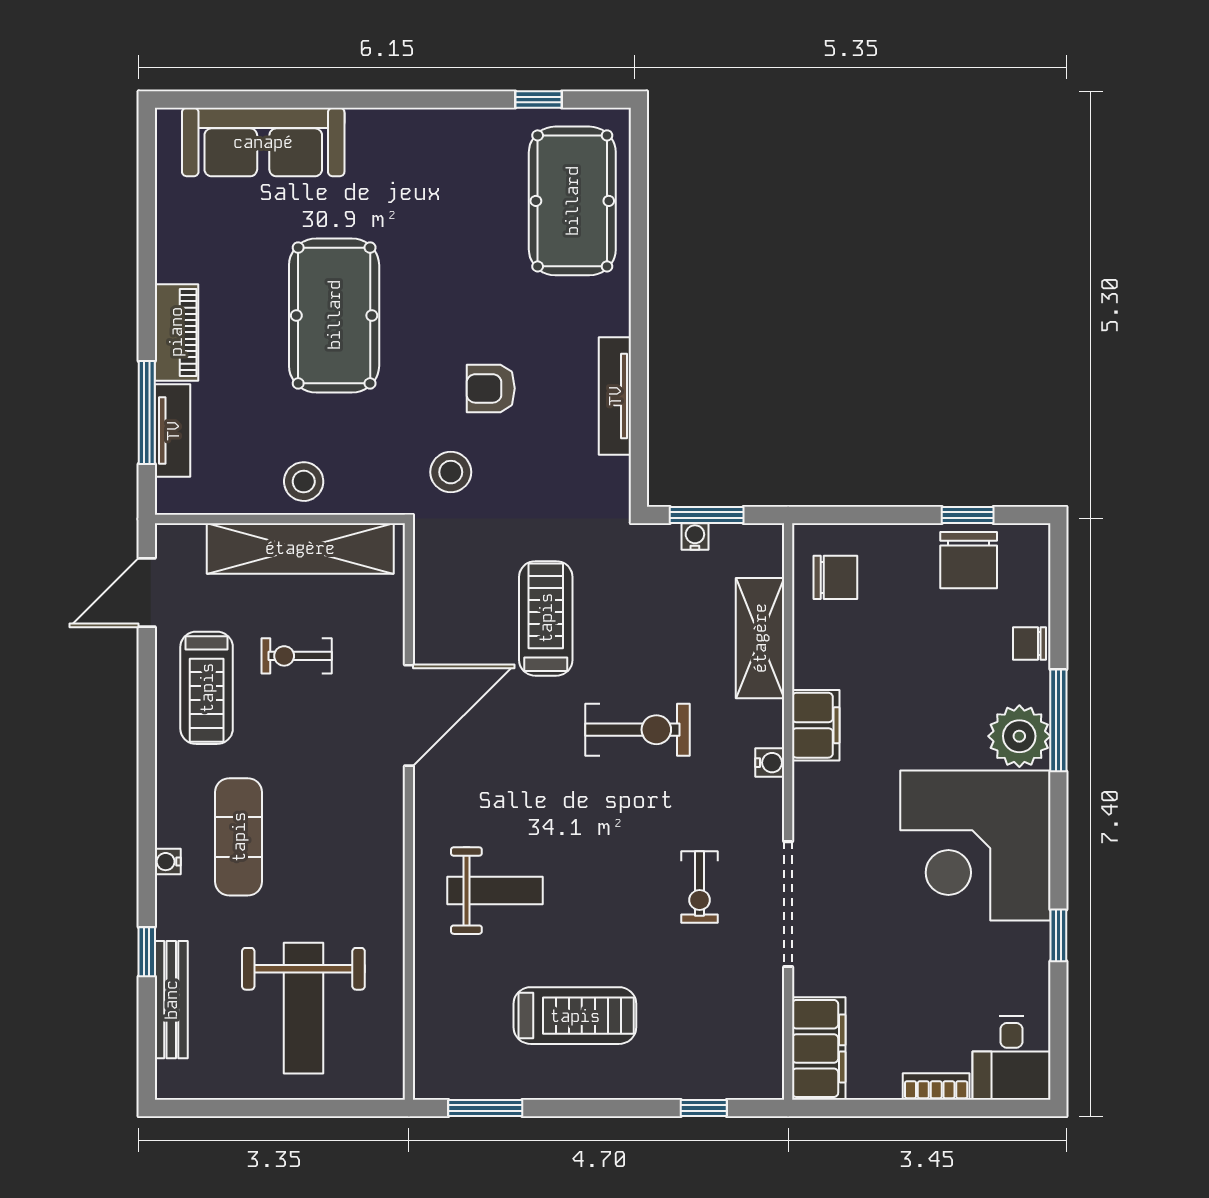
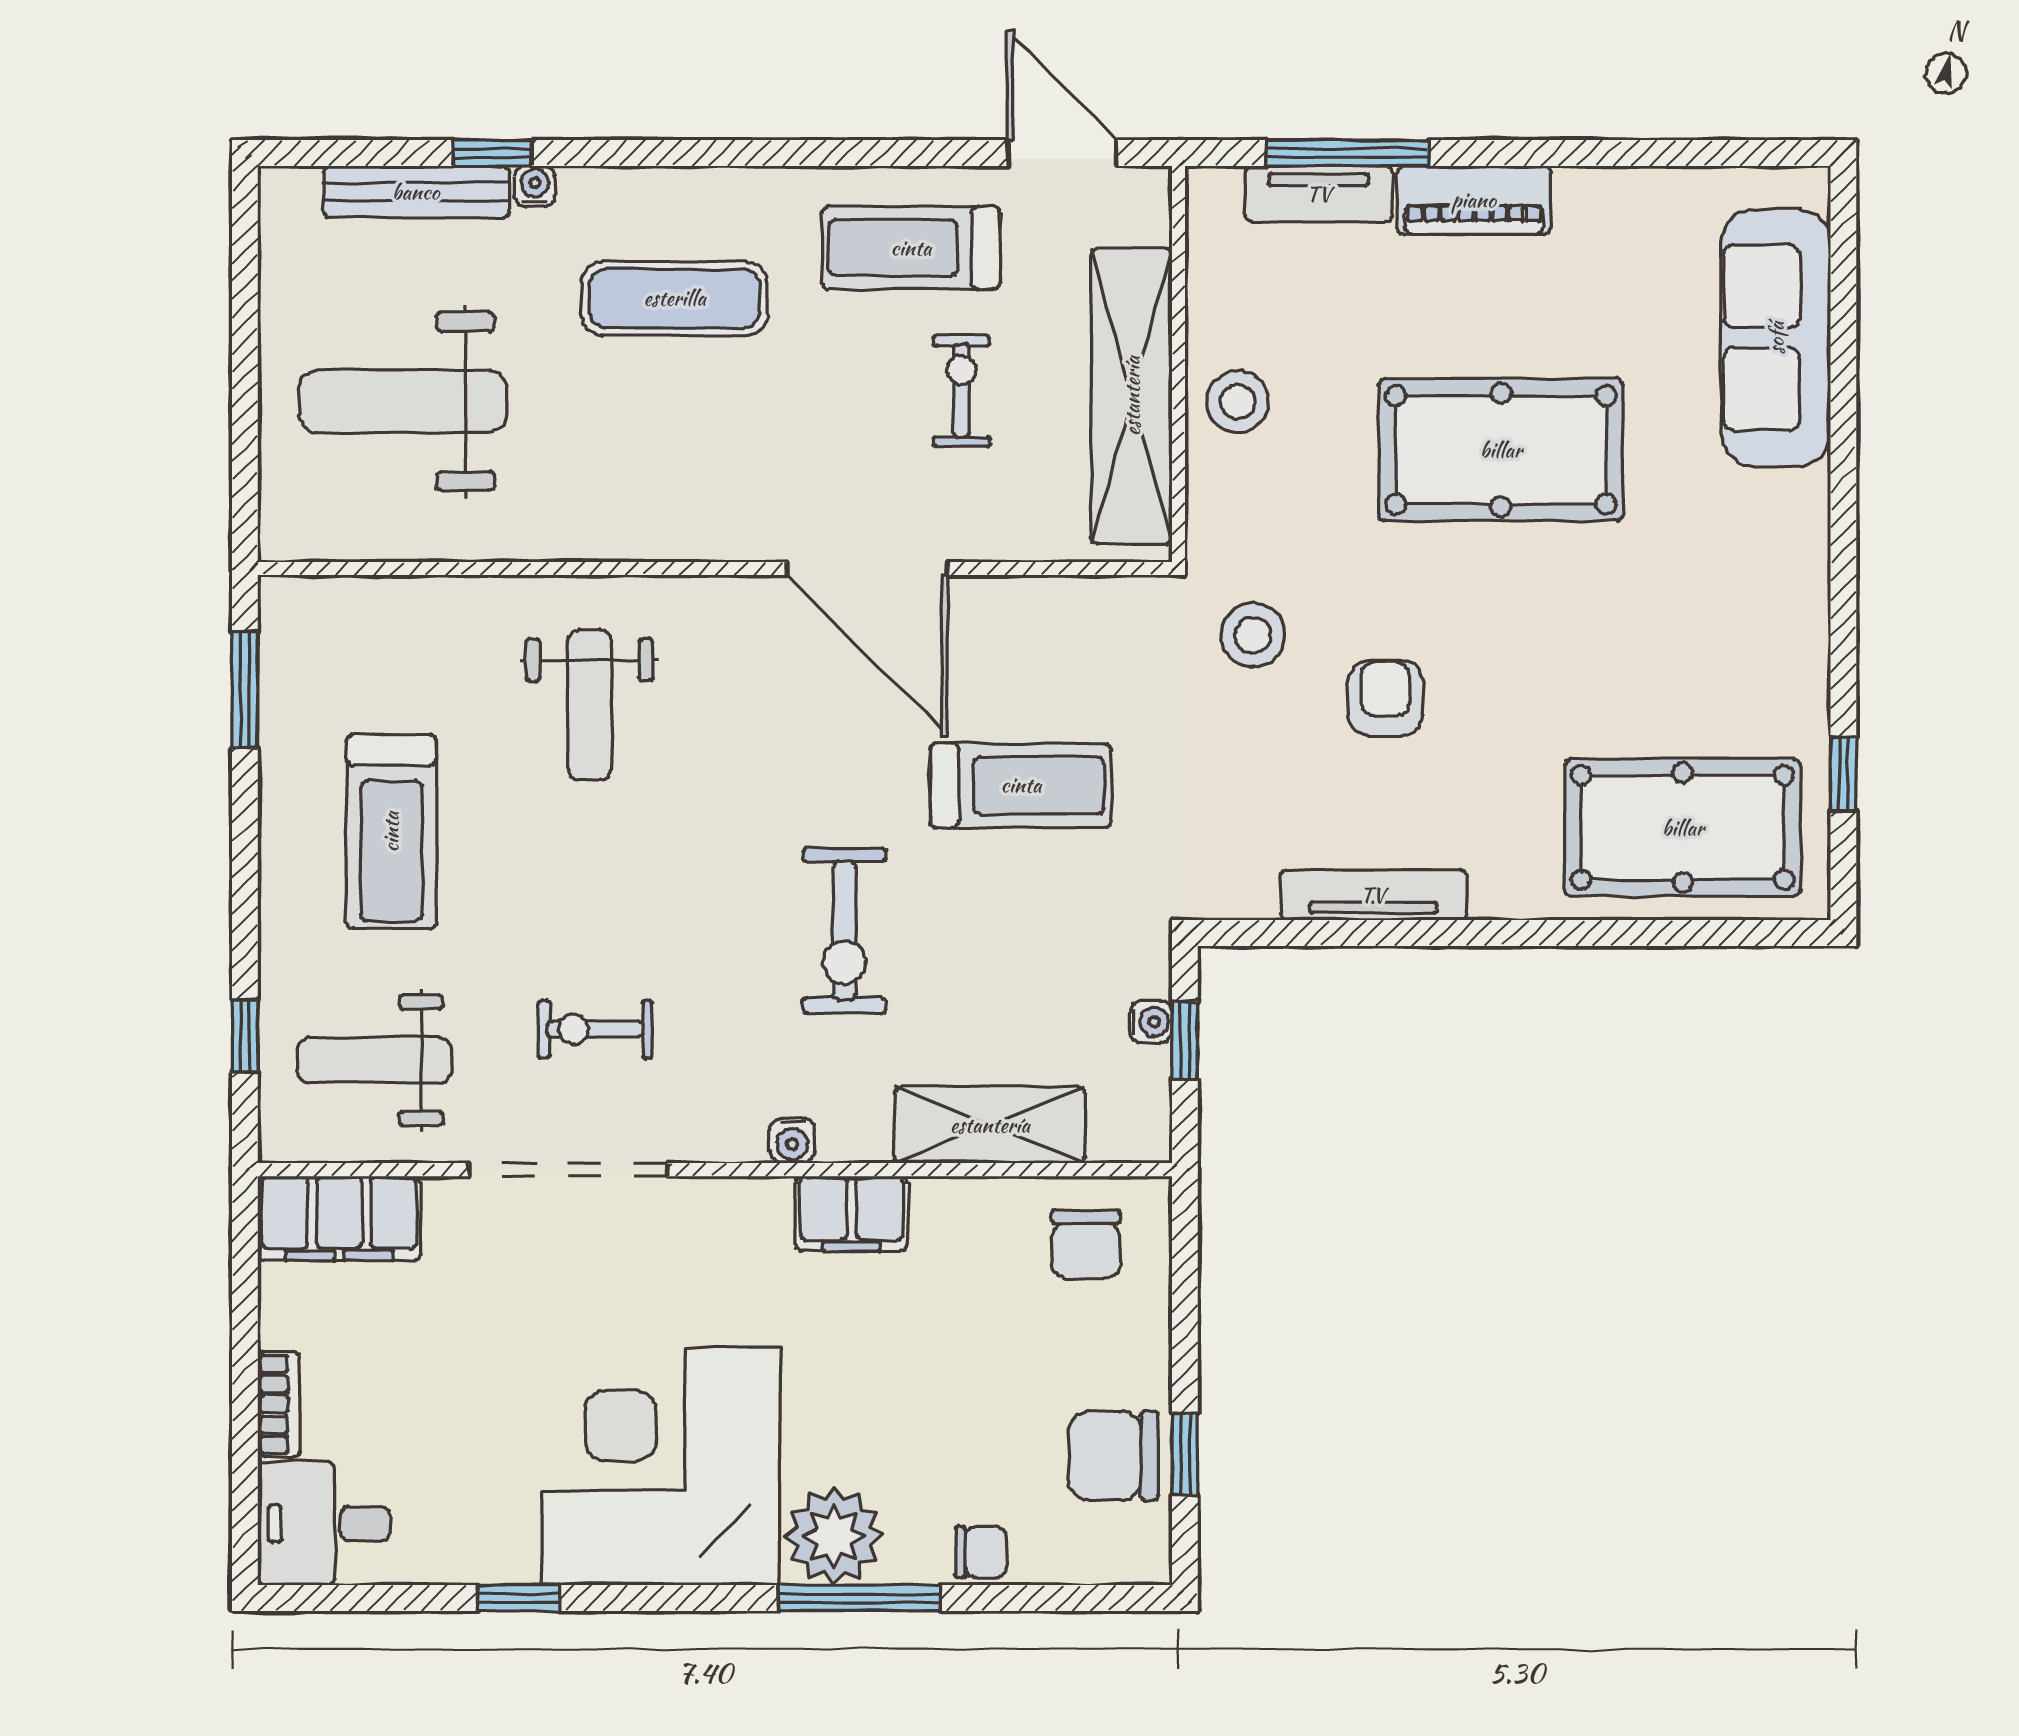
window: (707, 515) -> (1185, 1040), width x0.67
chair: (1029, 643) -> (981, 1552), turned 90
water cooler: (168, 862) -> (535, 186), moved
weight bench: (719, 1026) -> (374, 1060), added

